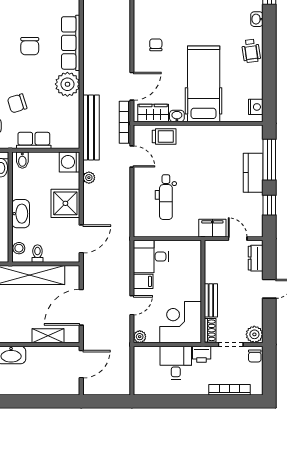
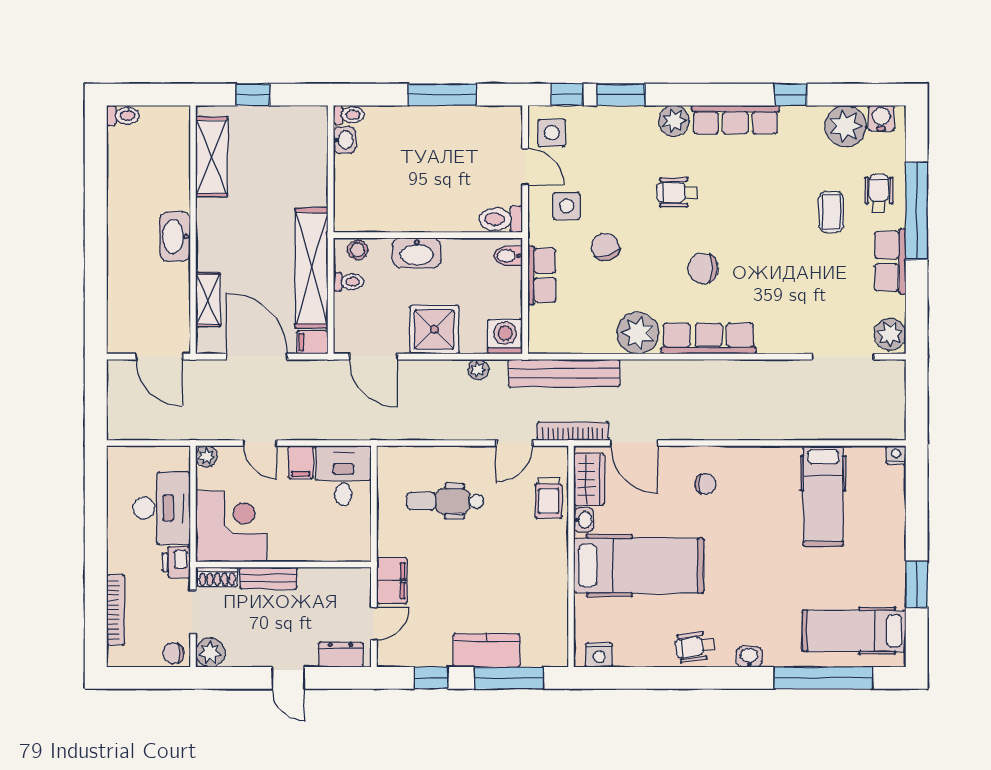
filing cabinet: (73, 275) -> (312, 342), added
desk: (176, 363) -> (162, 508), width x1.37

